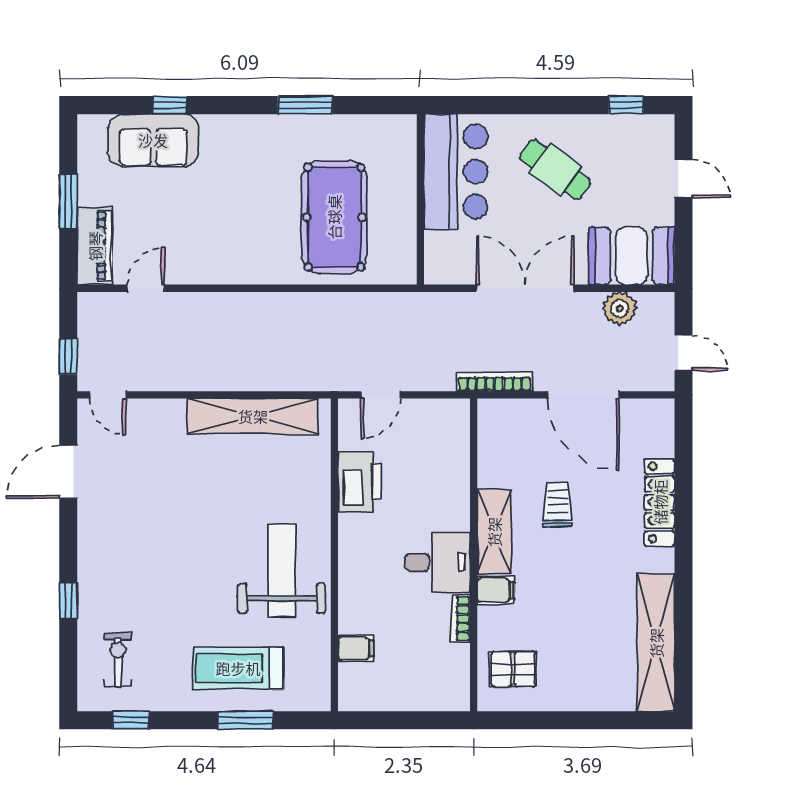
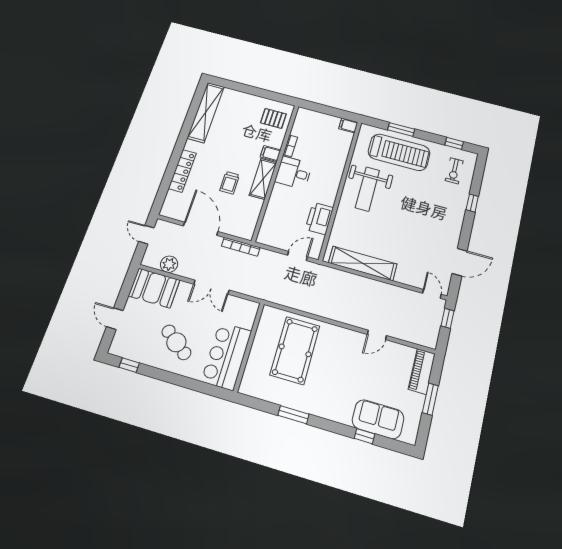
door: (146, 288) -> (377, 335), moved
double door: (525, 288) -> (211, 287), width x0.73
filing cabinet: (356, 649) -> (348, 125), moved
treadmill: (238, 668) -> (399, 152), width x1.37, depth x1.38

